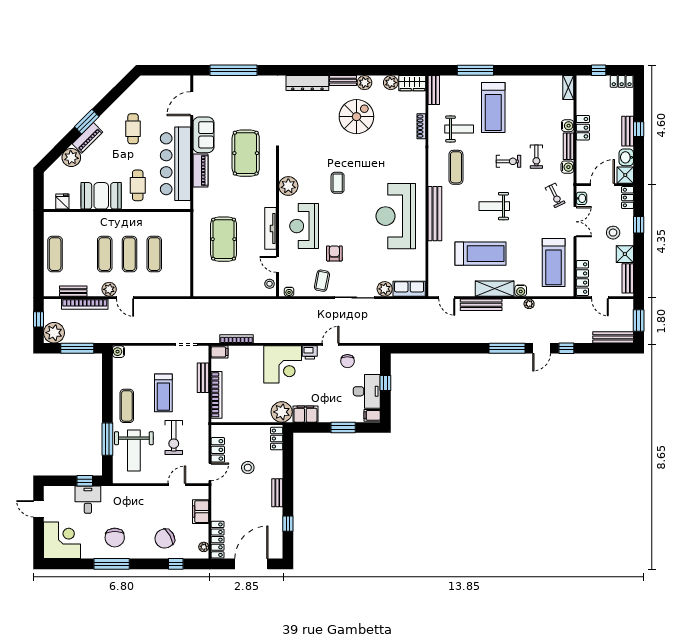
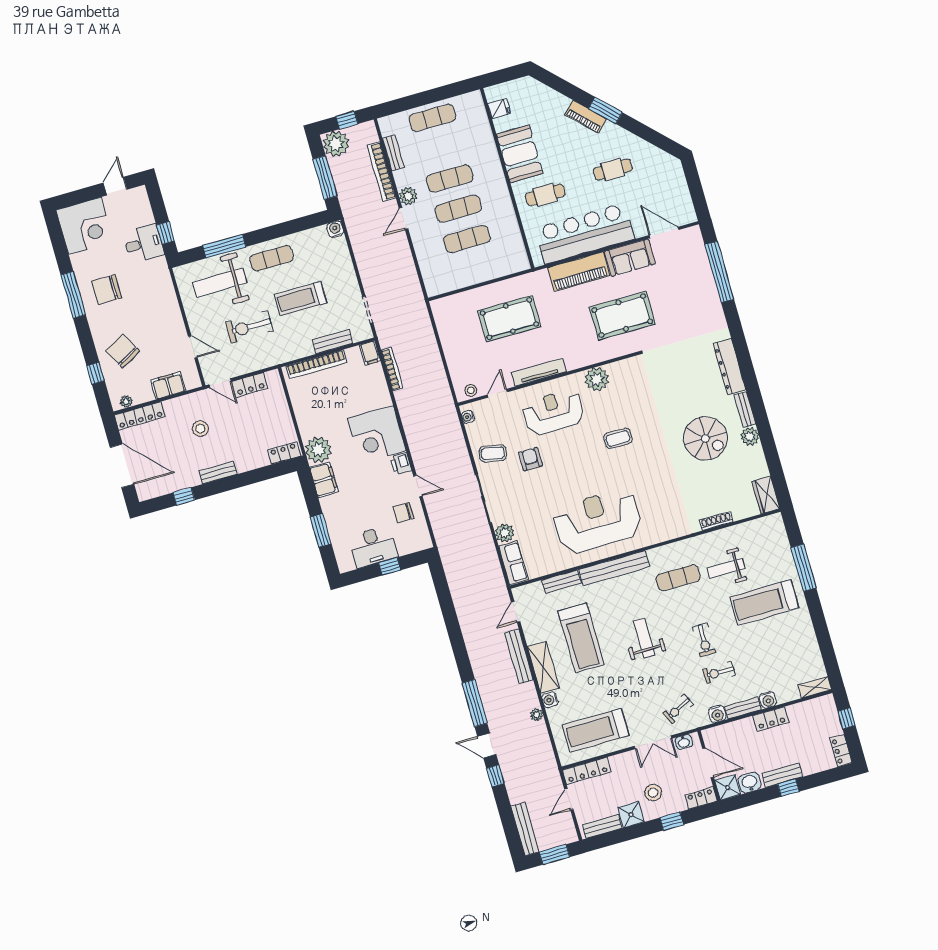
plant: (391, 83) -> (759, 469), removed
bench: (434, 90) -> (561, 582), moved
weight bench: (459, 129) -> (726, 568), turned 90
plant: (71, 157) -> (556, 104), removed
piano: (200, 170) -> (579, 272), width x1.37, depth x1.33
armchair: (334, 253) -> (530, 459), turned -90
filing cabinet: (372, 415) -> (346, 562), removed
stool: (248, 468) -> (200, 429), moved

